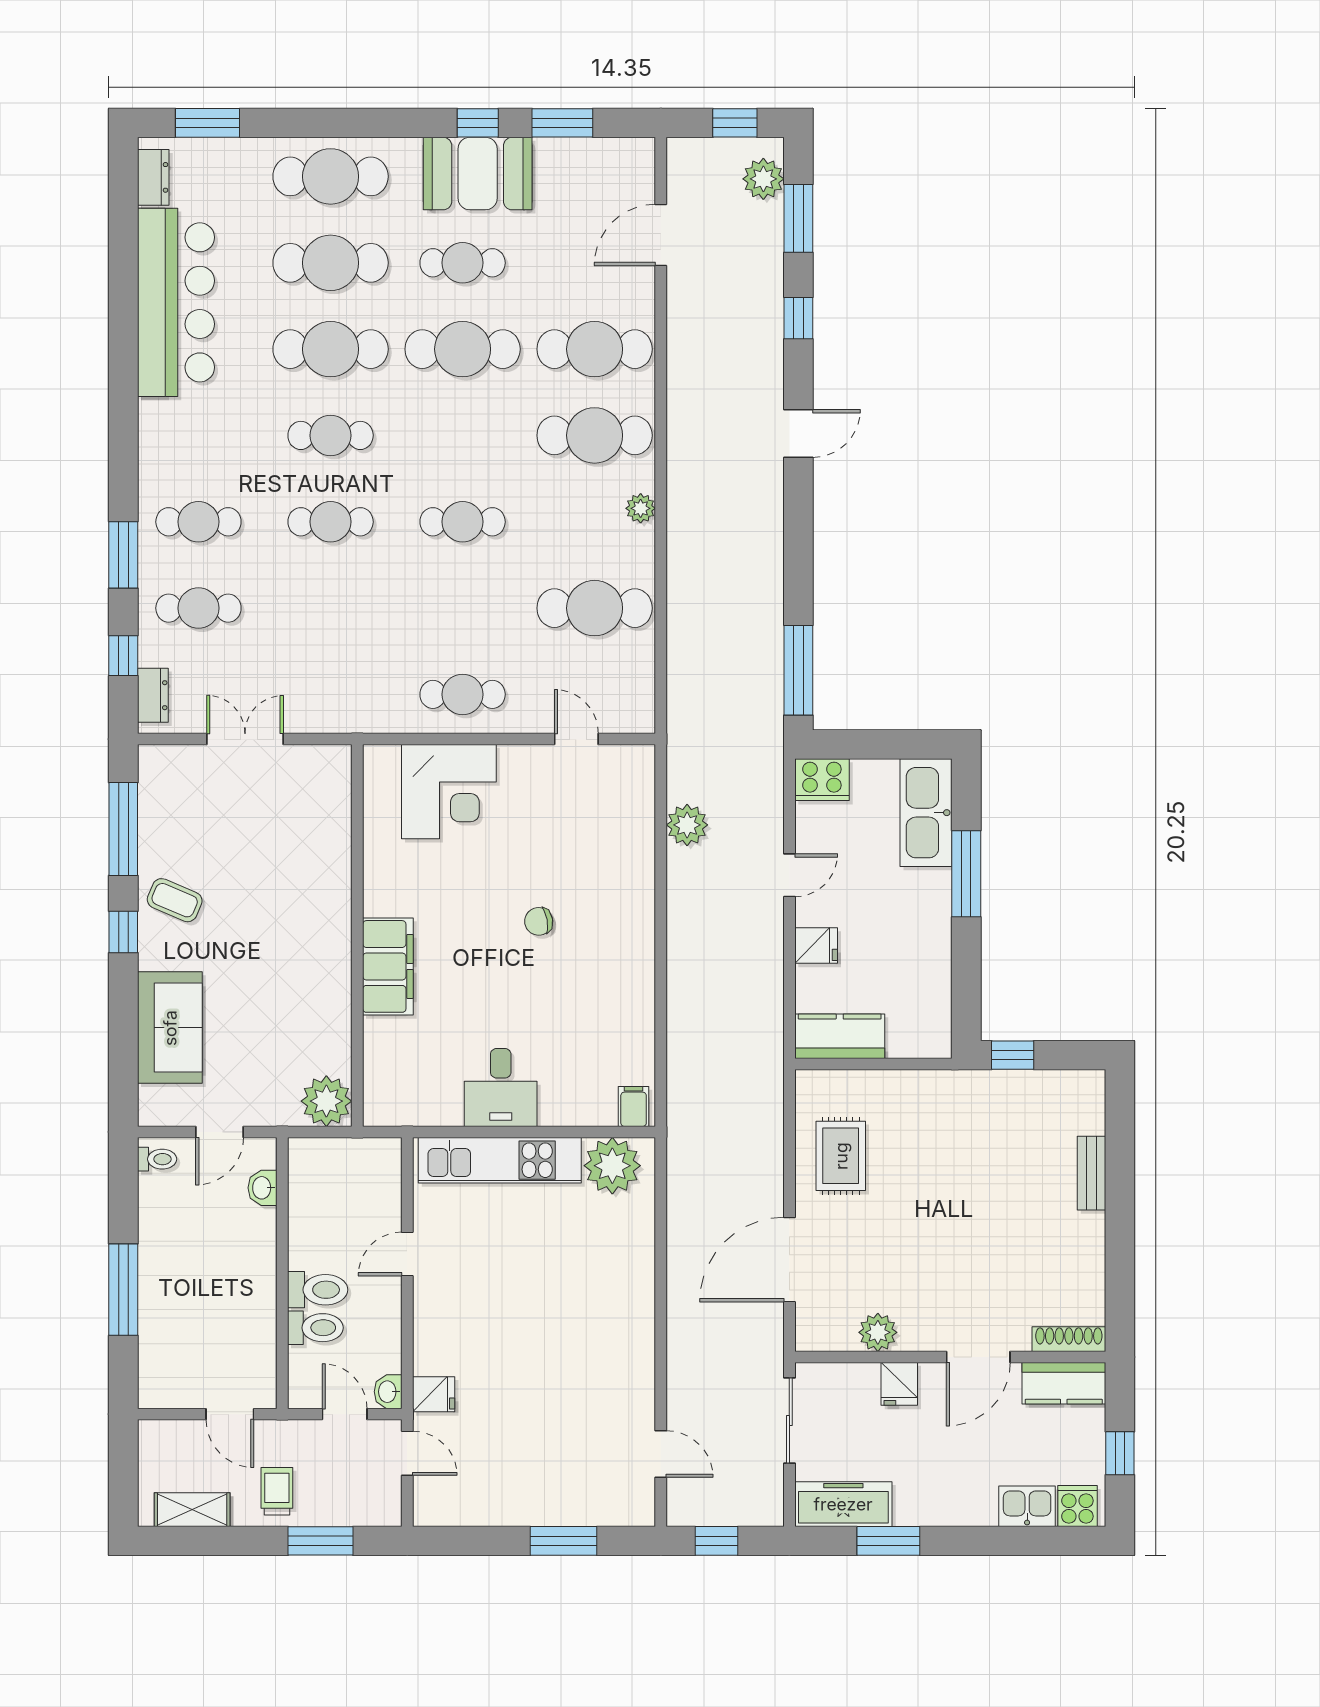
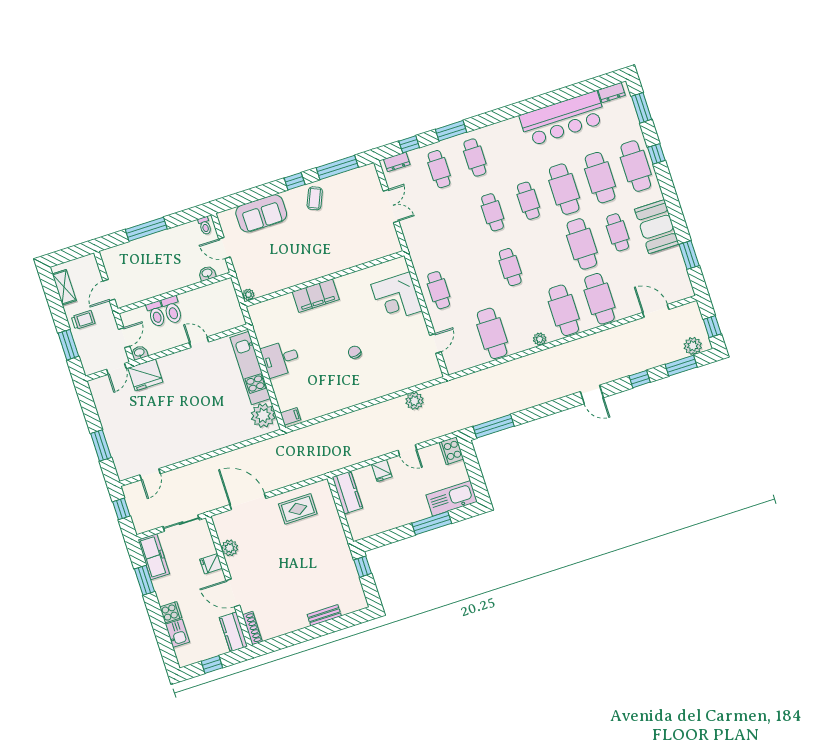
window: (478, 123) -> (656, 154), moved
plant: (326, 1101) -> (248, 295), width x0.53, depth x0.53
fridge: (434, 1394) -> (145, 375), width x1.88, depth x1.34
cooker: (1077, 1506) -> (171, 612), moved

